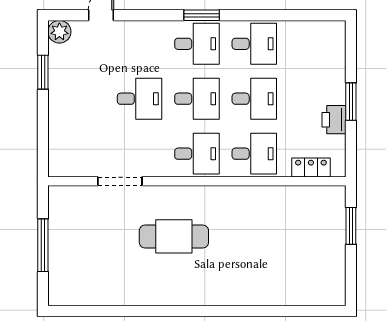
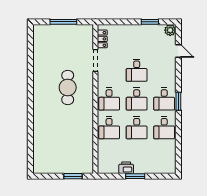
locker: (311, 168) -> (102, 39), moved

